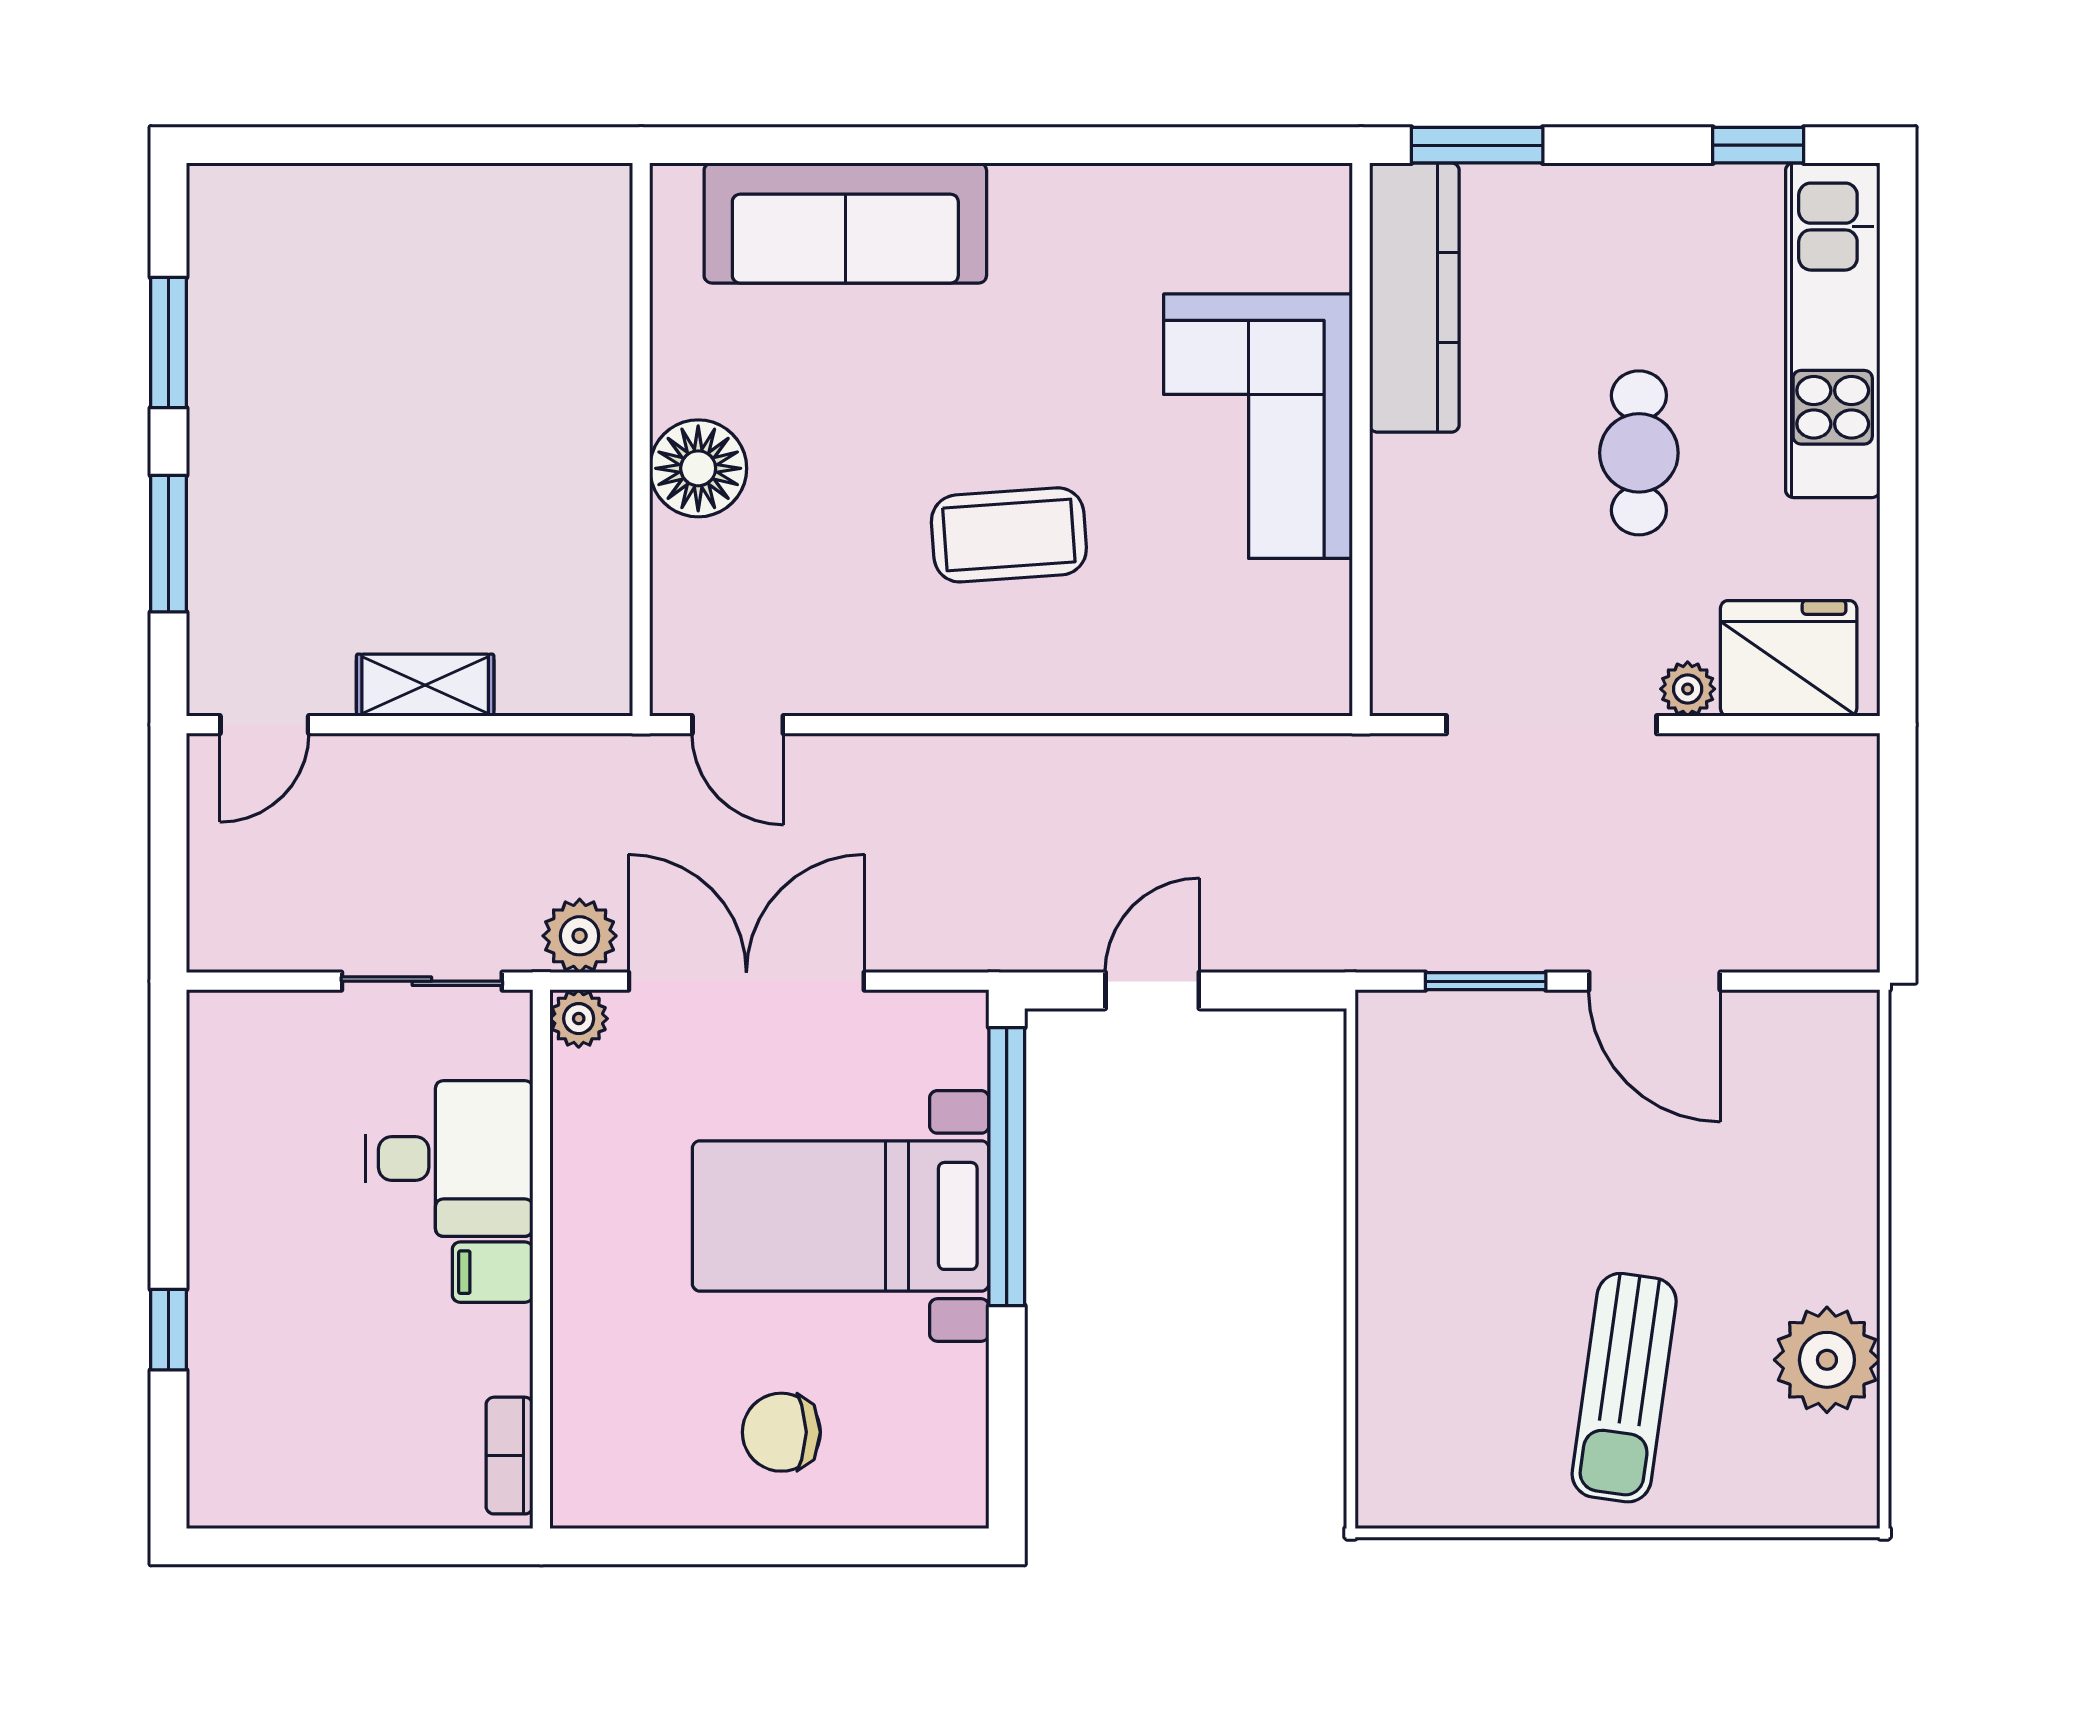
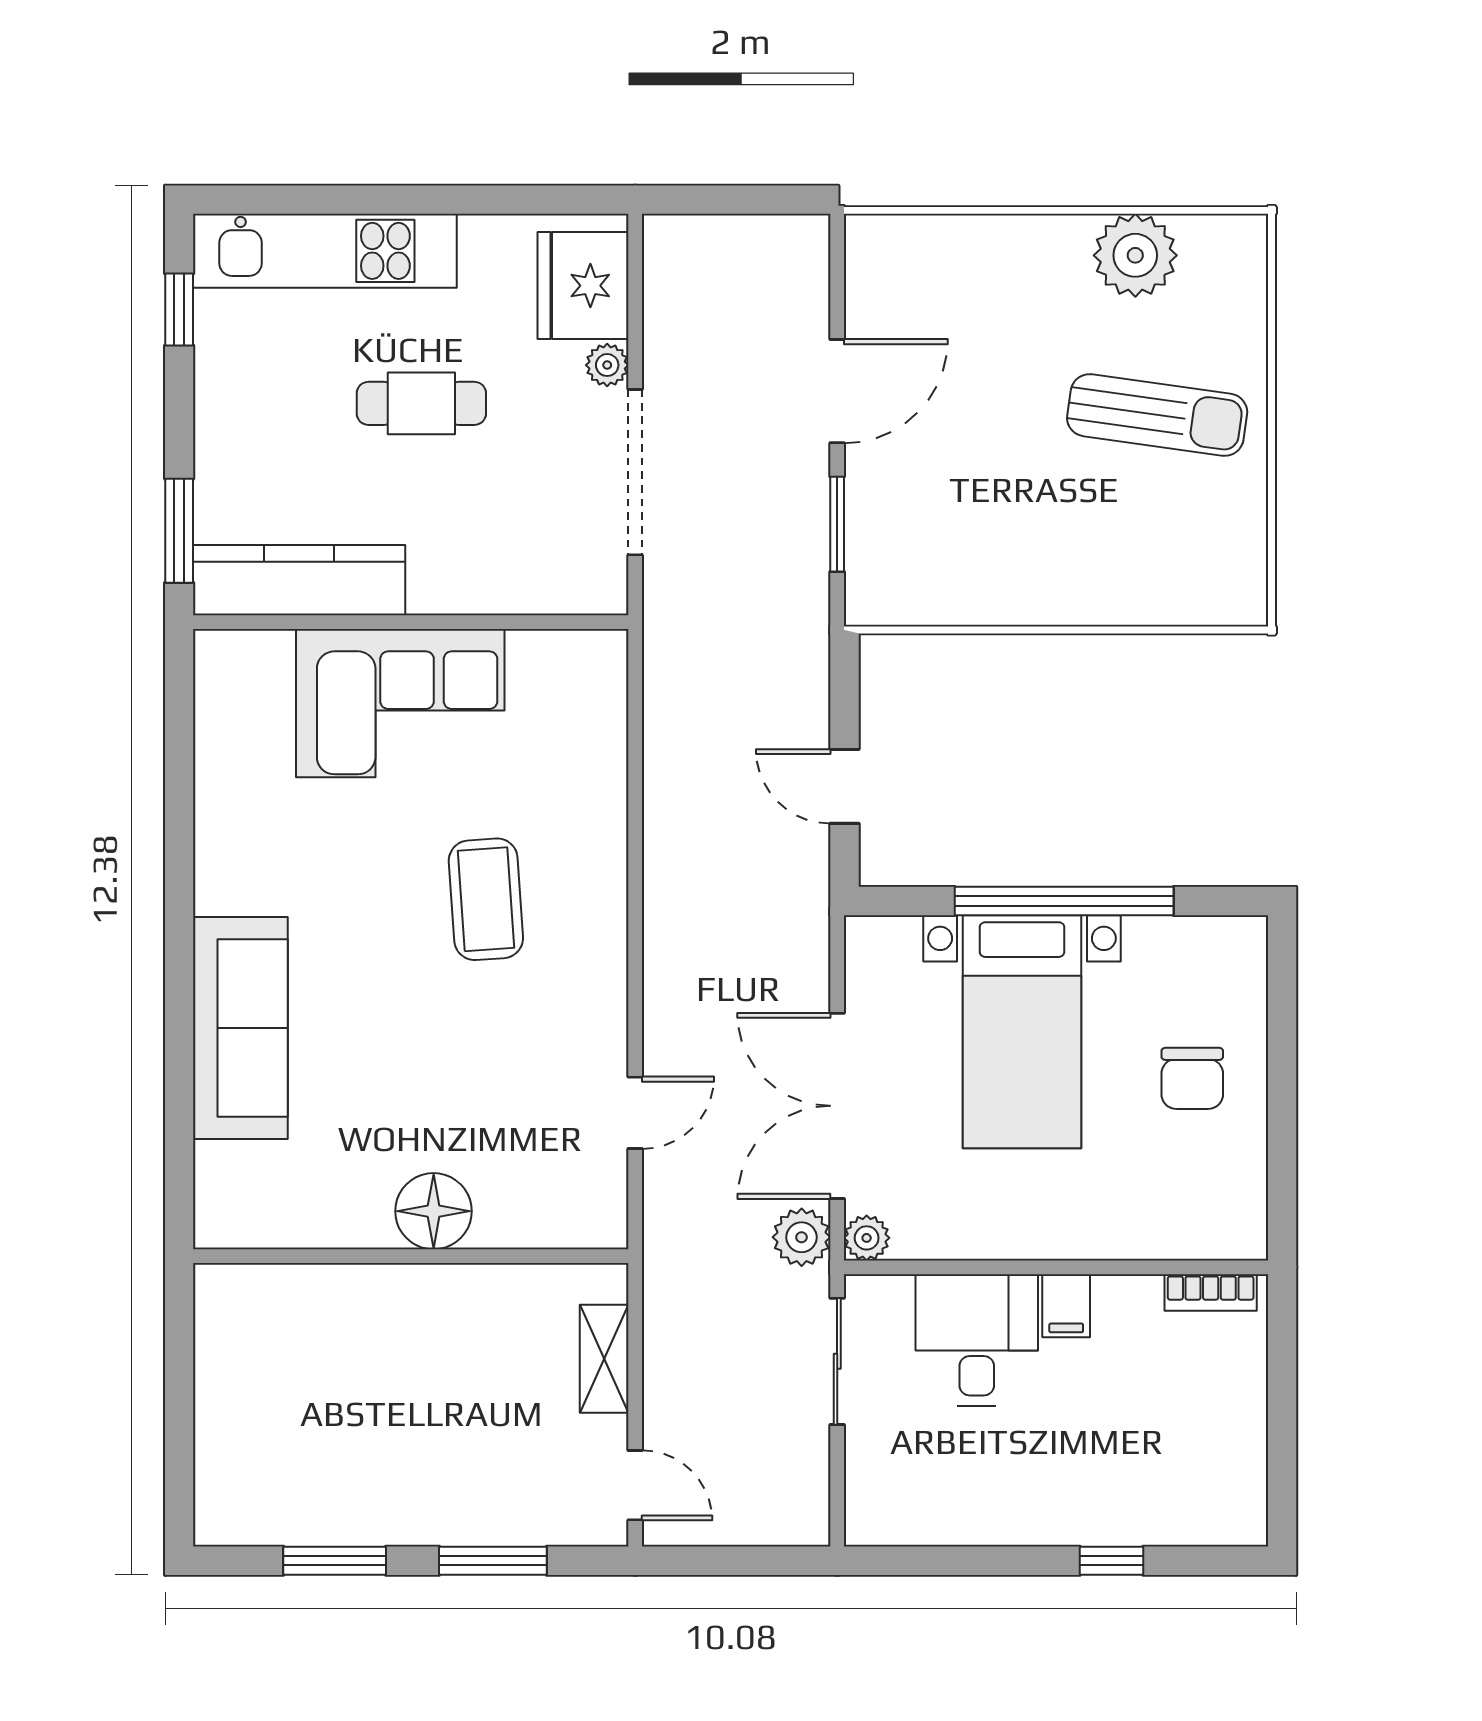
wall: (641, 440) -> (411, 1256), moved
floor lamp: (698, 468) -> (434, 1211), moved
window: (1007, 1167) -> (1064, 901), moved

